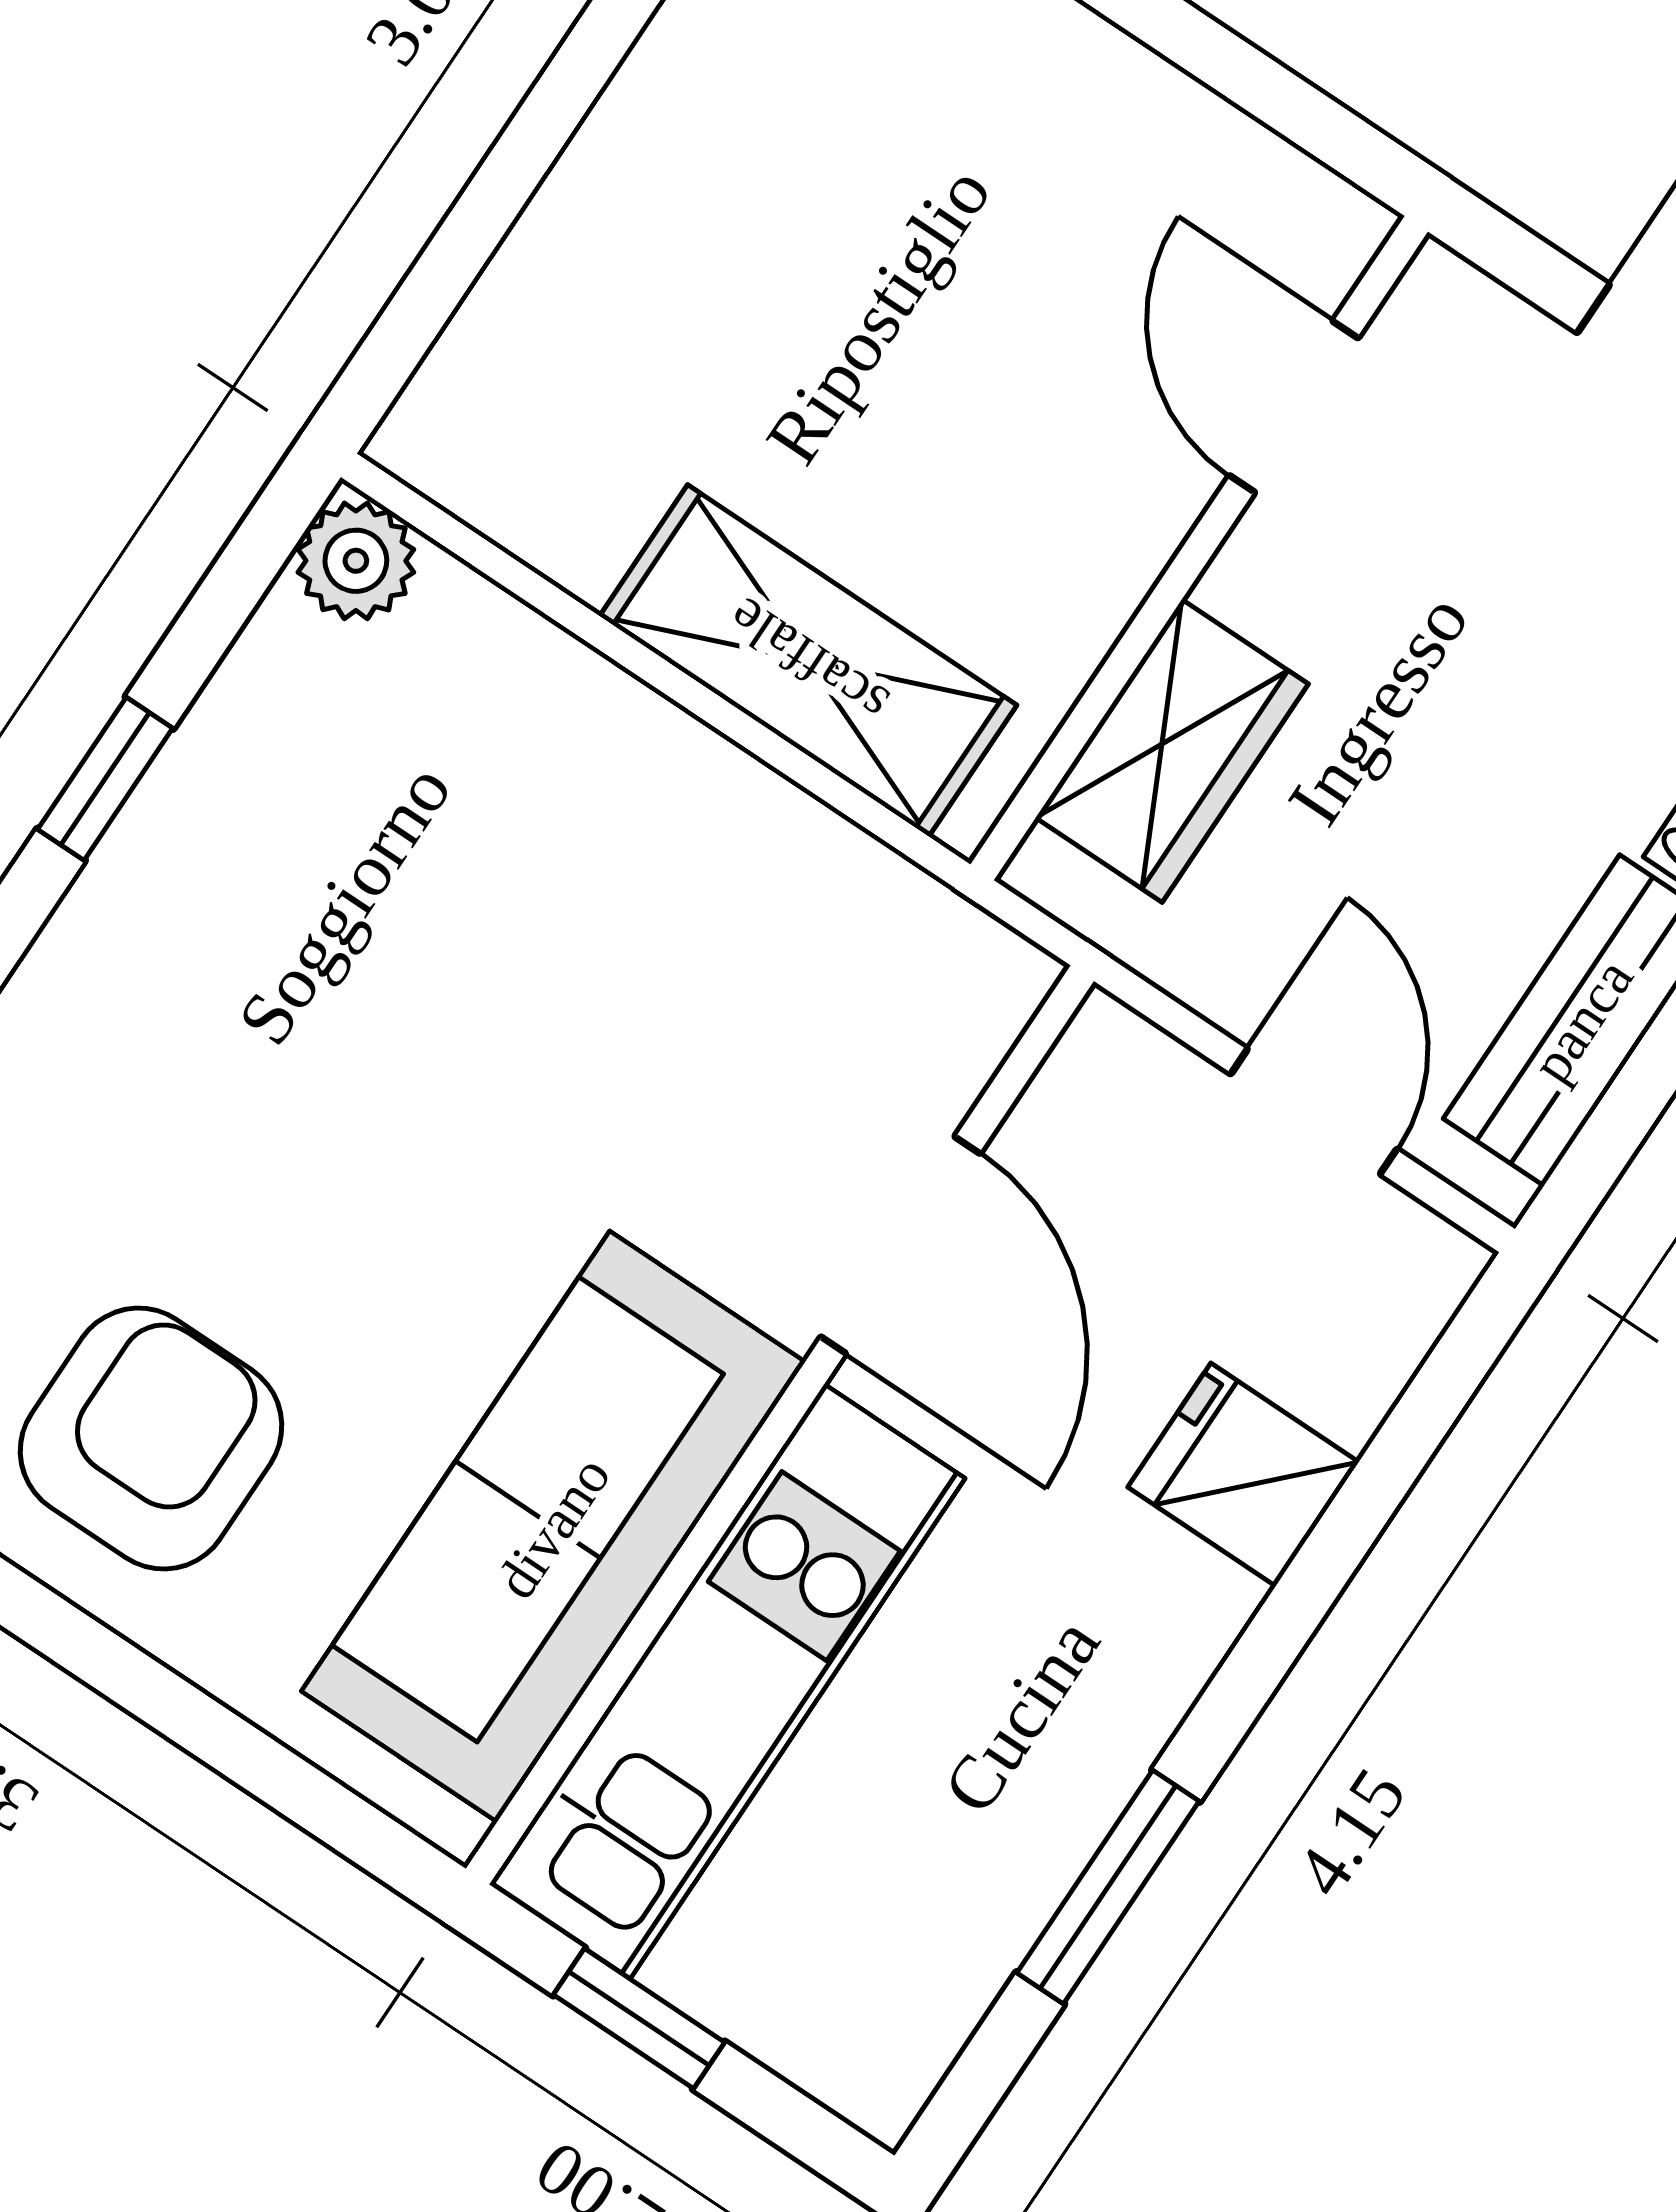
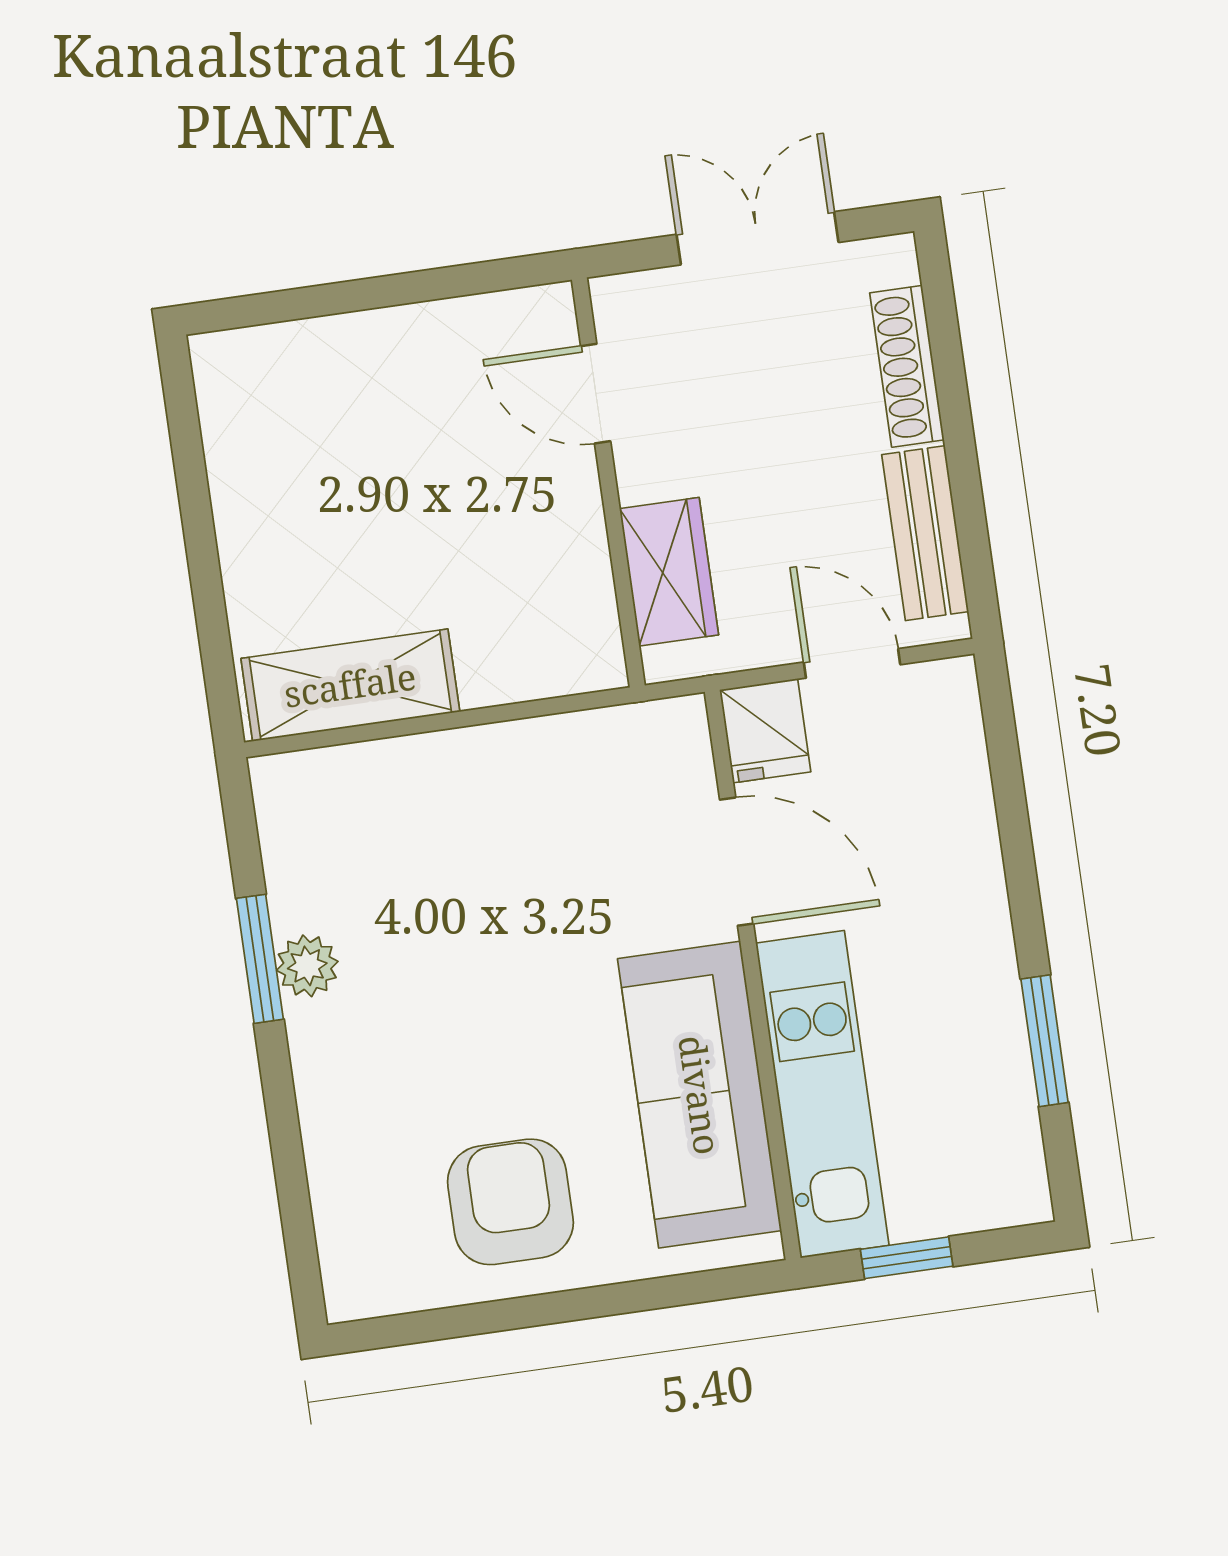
plant: (356, 561) -> (307, 966), moved
shelving: (808, 661) -> (350, 685), moved
window: (105, 779) -> (260, 959), width x1.50
fridge: (1243, 1475) -> (765, 731), moved, turned -90

